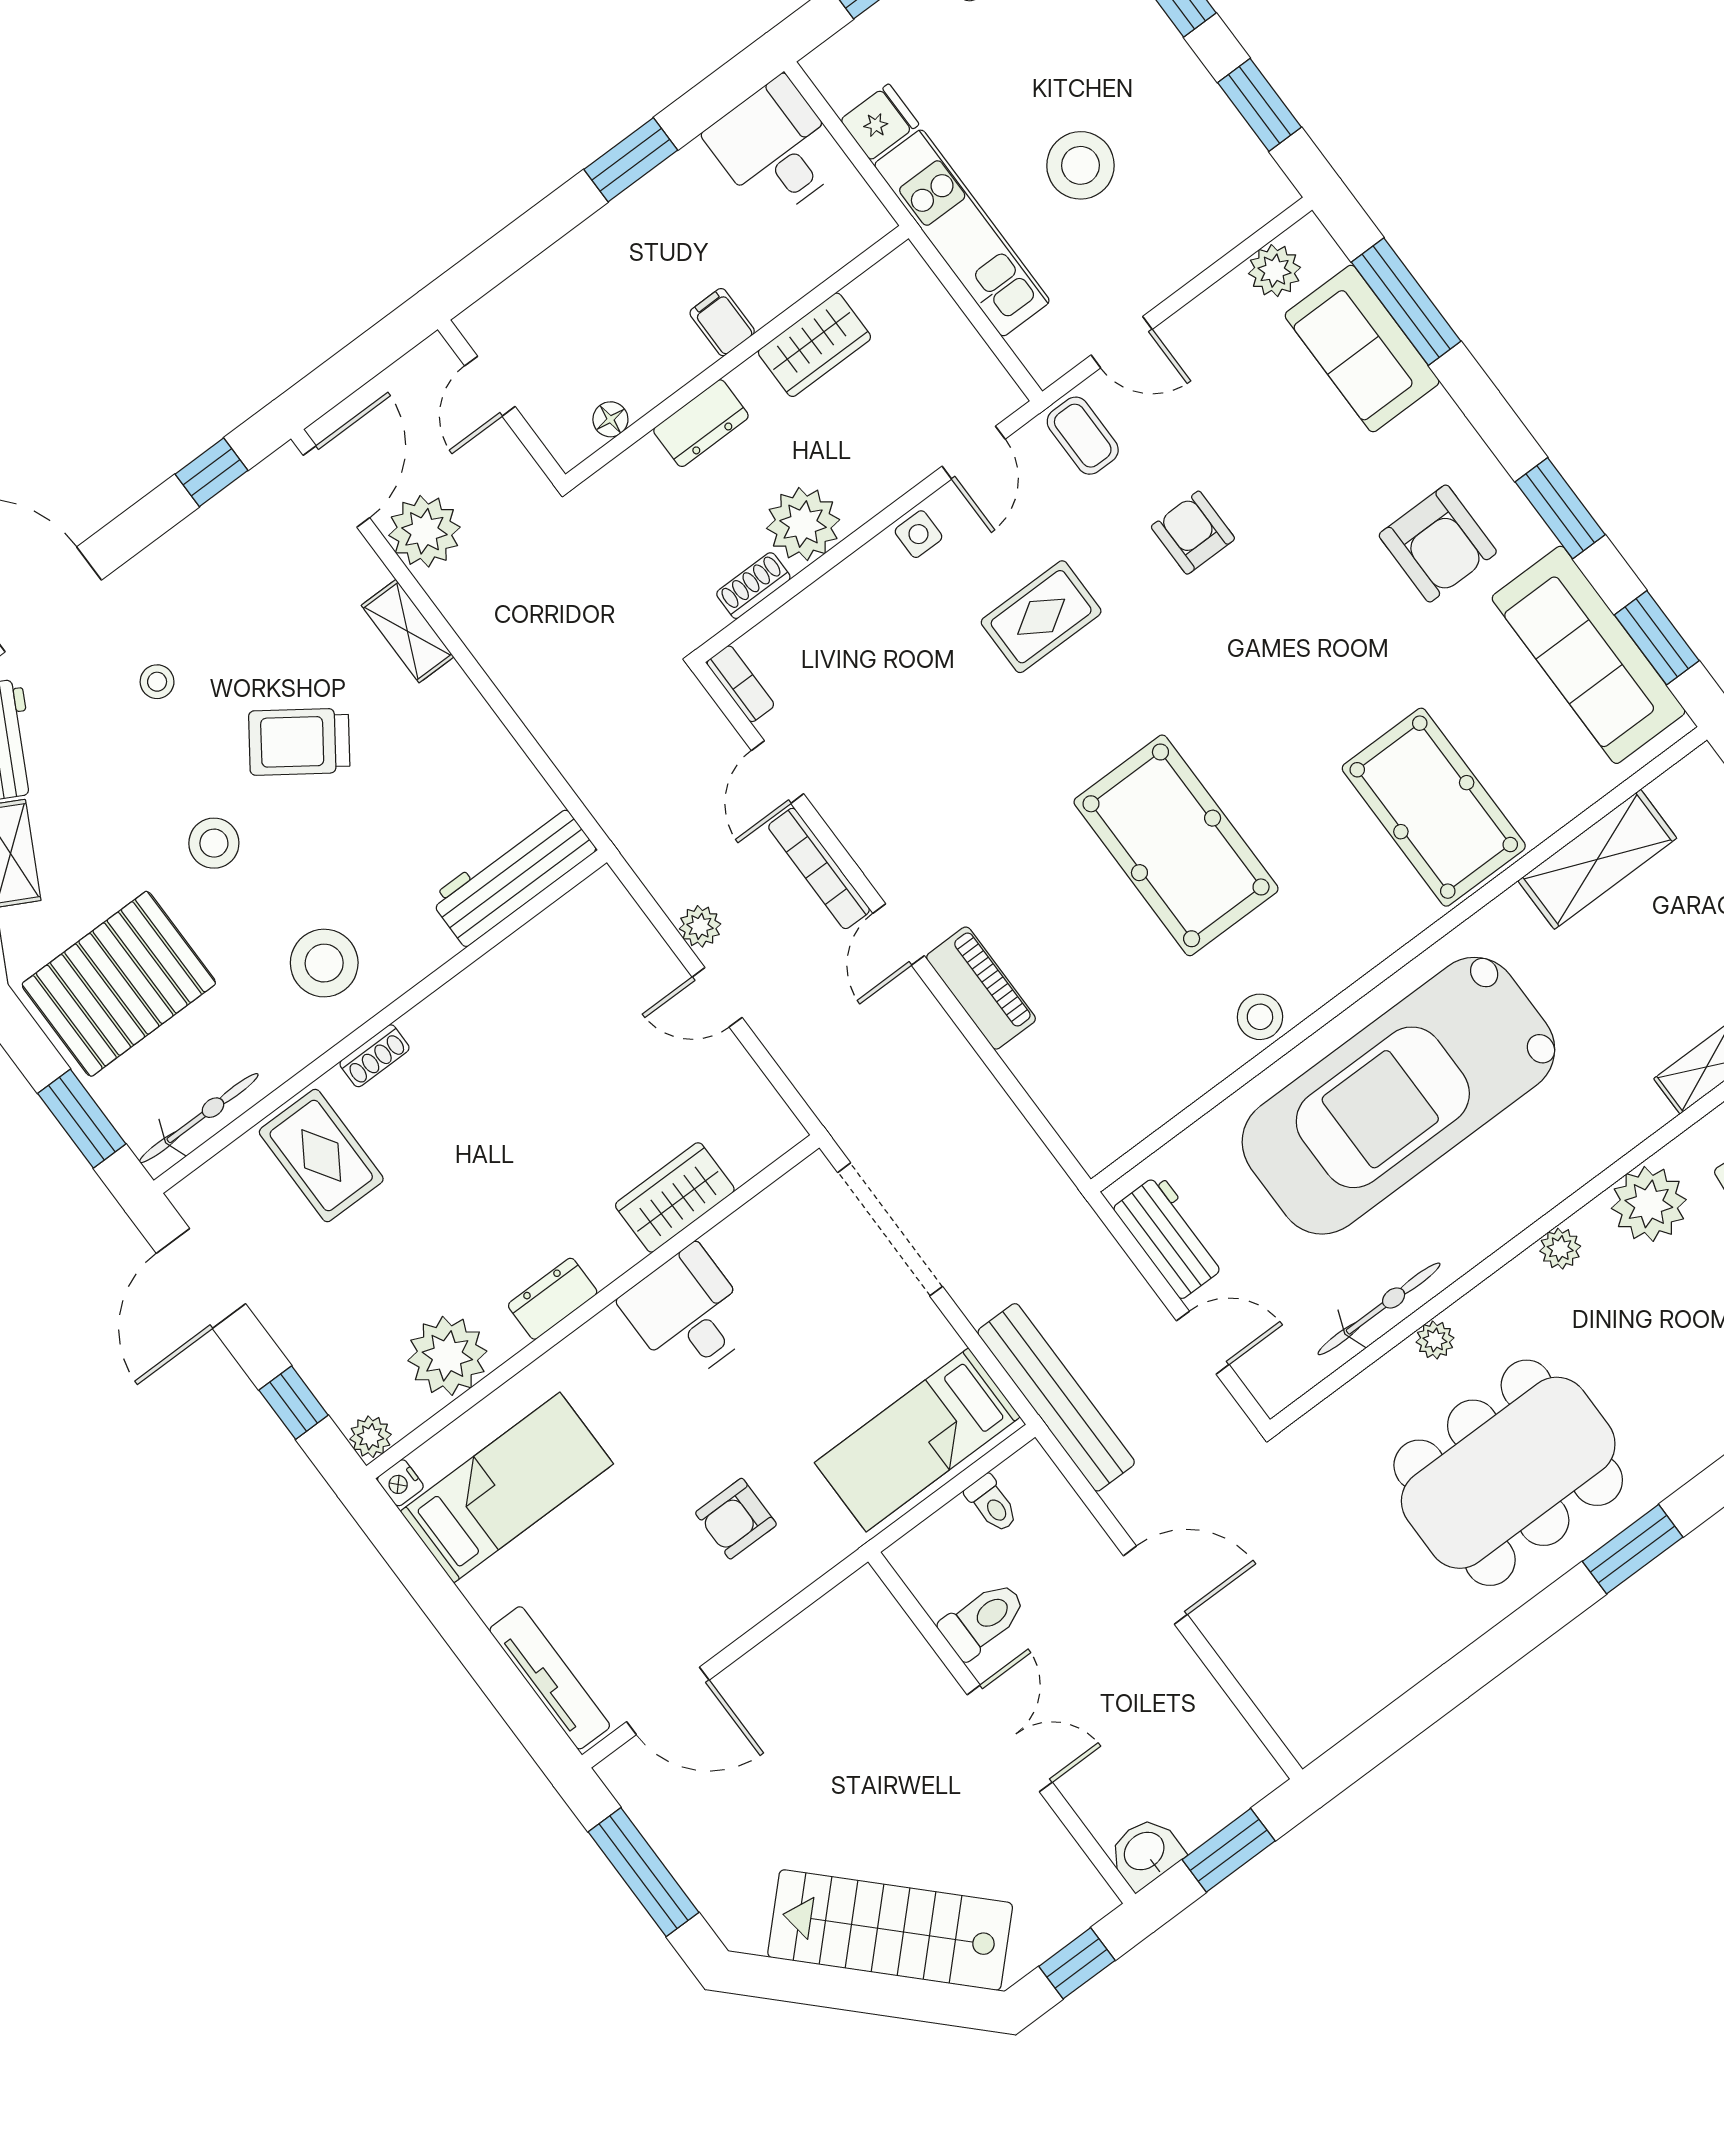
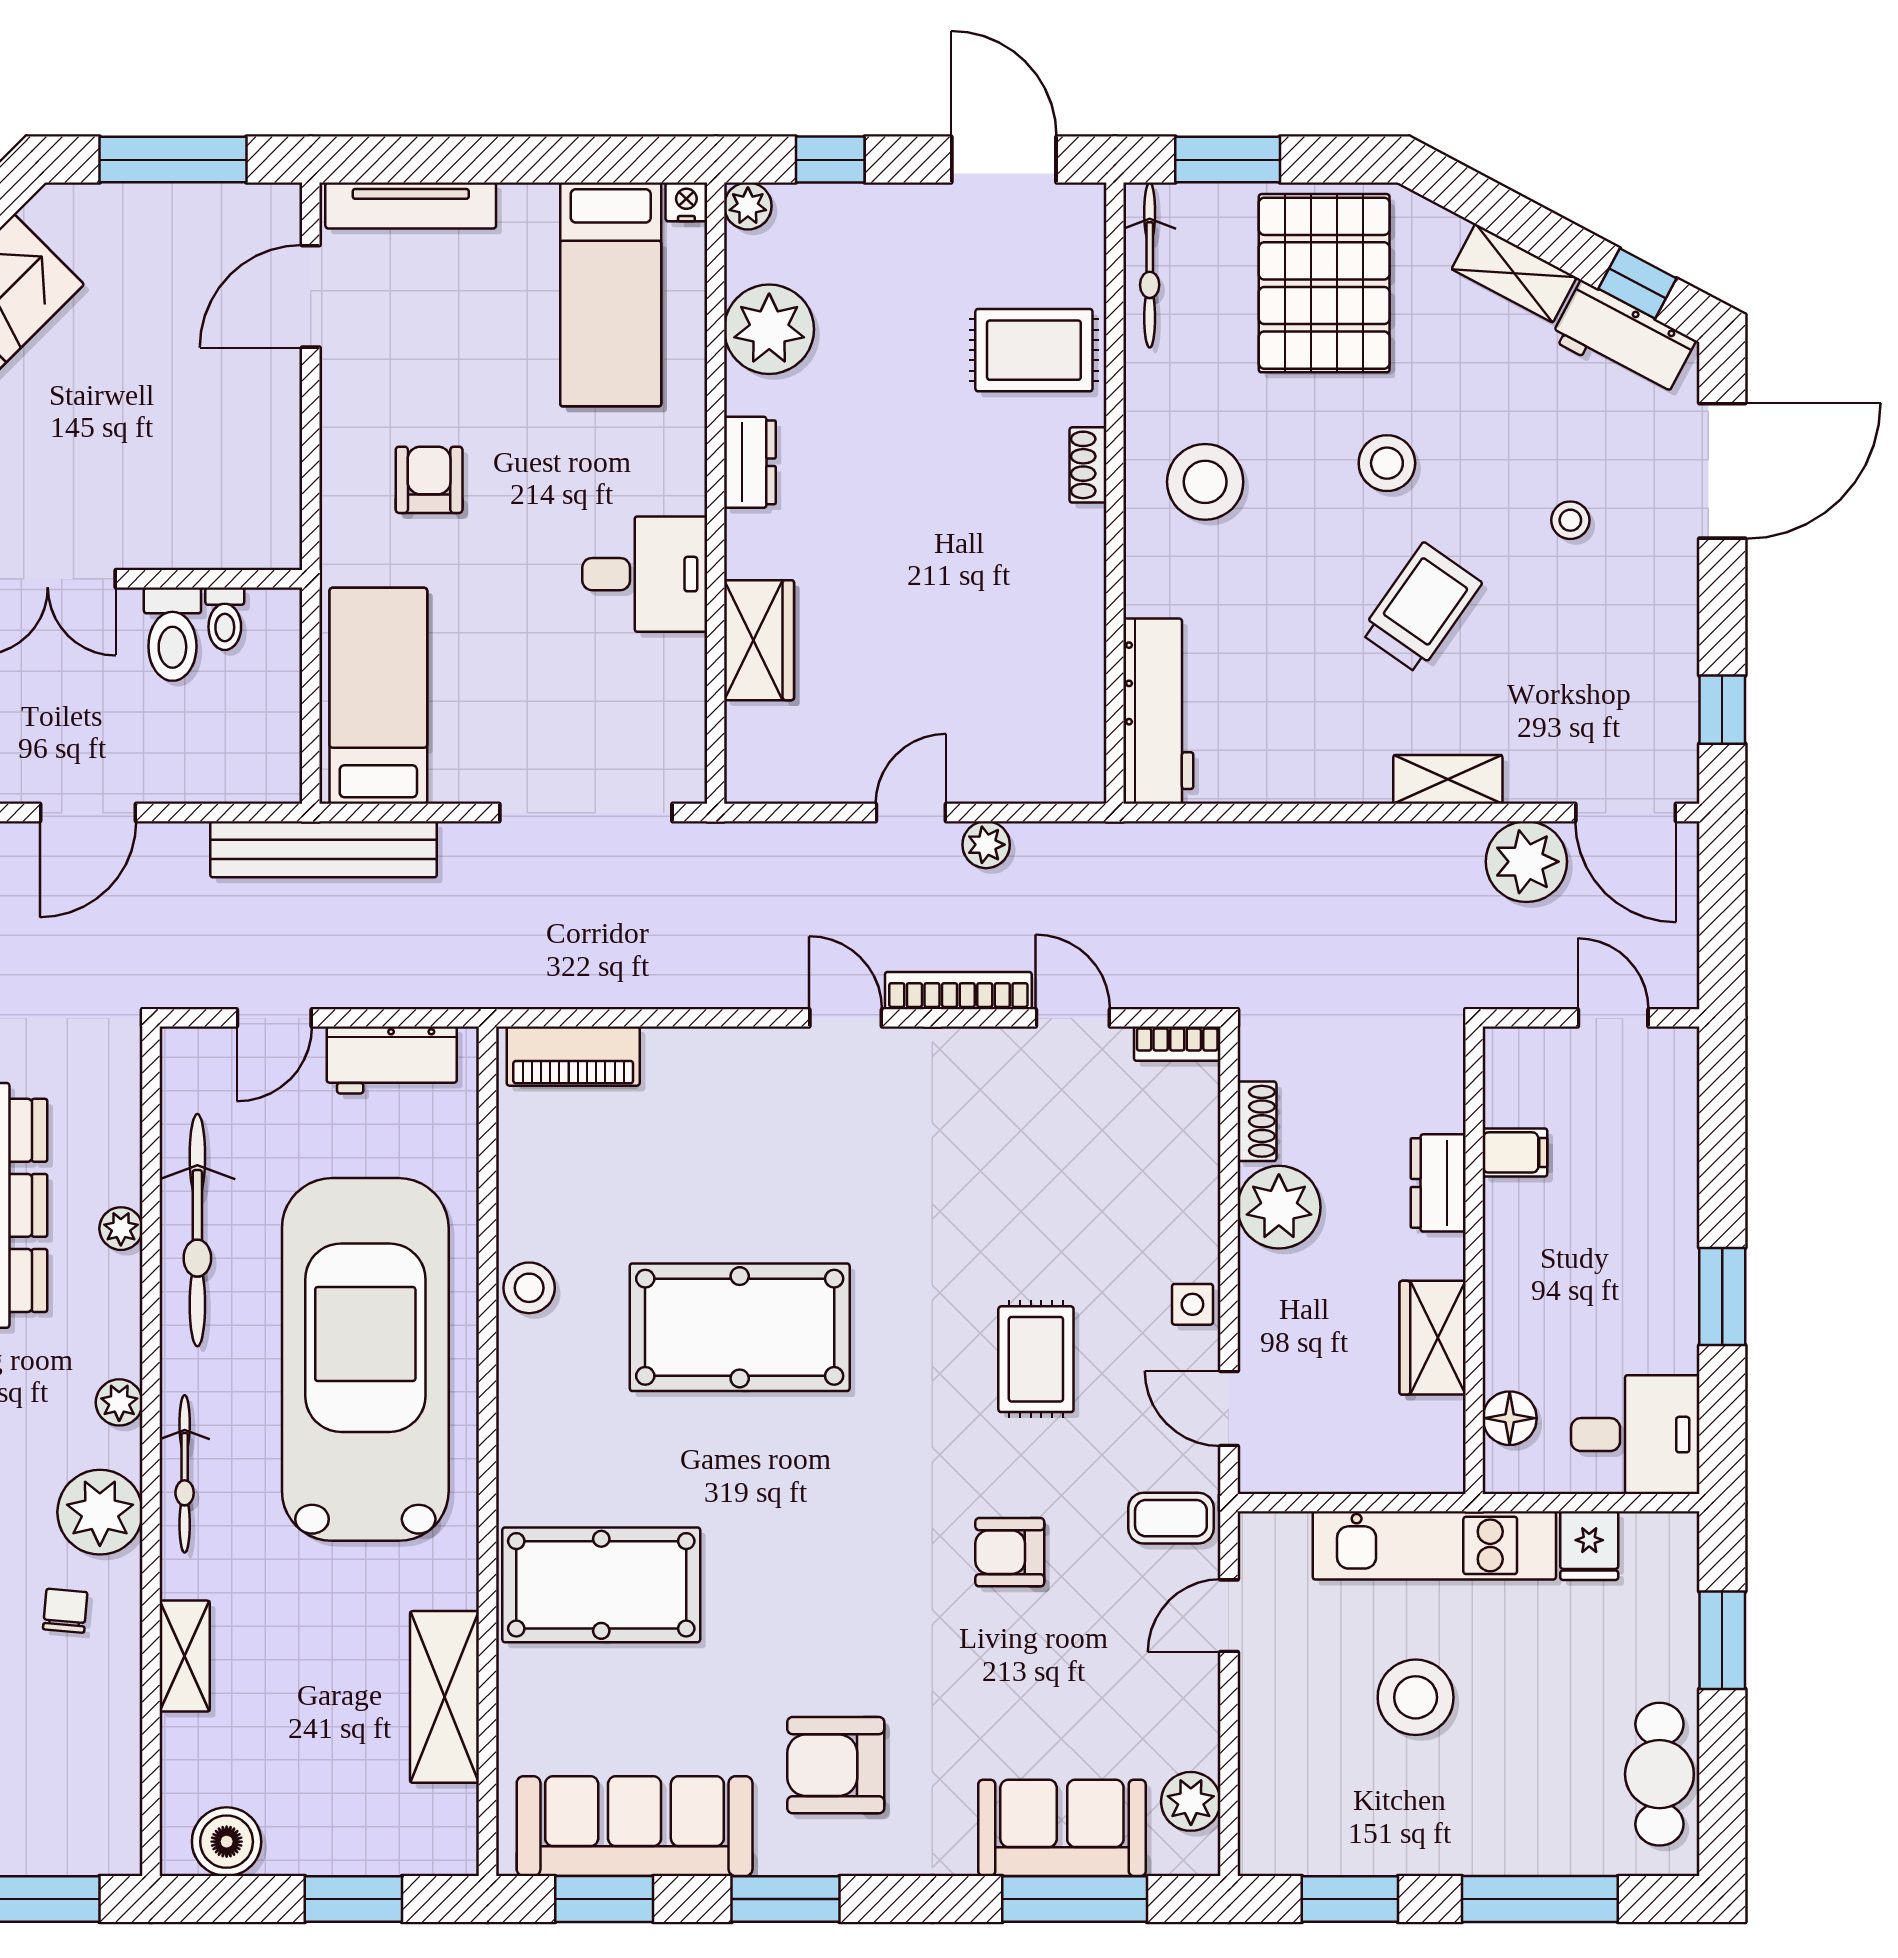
filing cabinet: (722, 322) -> (1515, 1152), moved
floor lamp: (610, 419) -> (1510, 1418), moved, width x1.37, depth x1.37
armchair: (1193, 533) -> (1010, 1552), turned 180
piano: (981, 988) -> (573, 1056), moved
bicycle: (1576, 1164) -> (185, 1474), added
bicycle: (1379, 1309) -> (197, 1230), width x1.37, depth x1.40
toilet: (992, 1504) -> (225, 619), moved, turned -90

